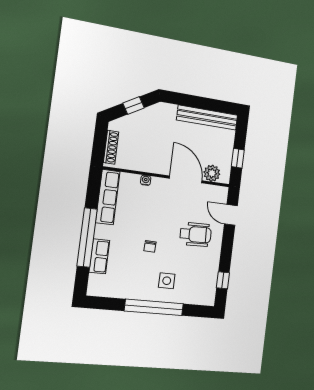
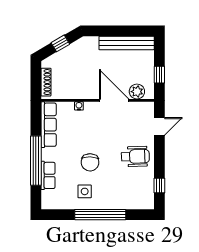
door: (231, 215) -> (159, 126), swing flipped
wheelchair: (195, 234) -> (135, 156), moved
chair: (150, 246) -> (90, 162), width x1.87, depth x1.87
side table: (167, 281) -> (85, 191), moved

